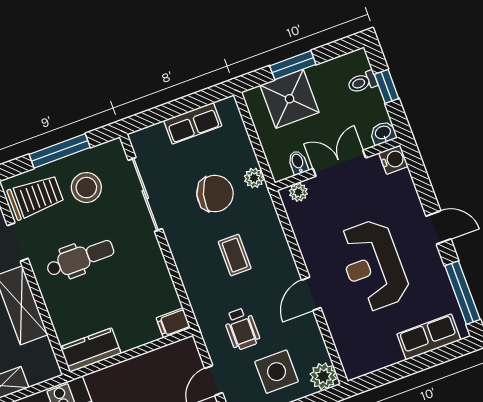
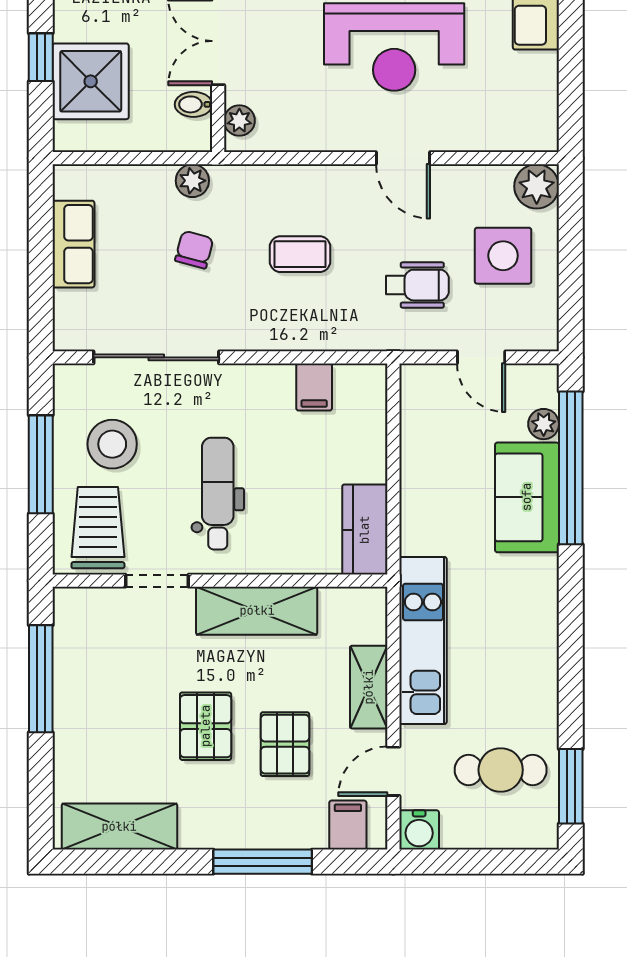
window: (293, 65) -> (41, 57), width x0.67
chair: (215, 194) -> (194, 250), width x0.54, depth x0.54
filing cabinet: (173, 323) -> (314, 387), moved

